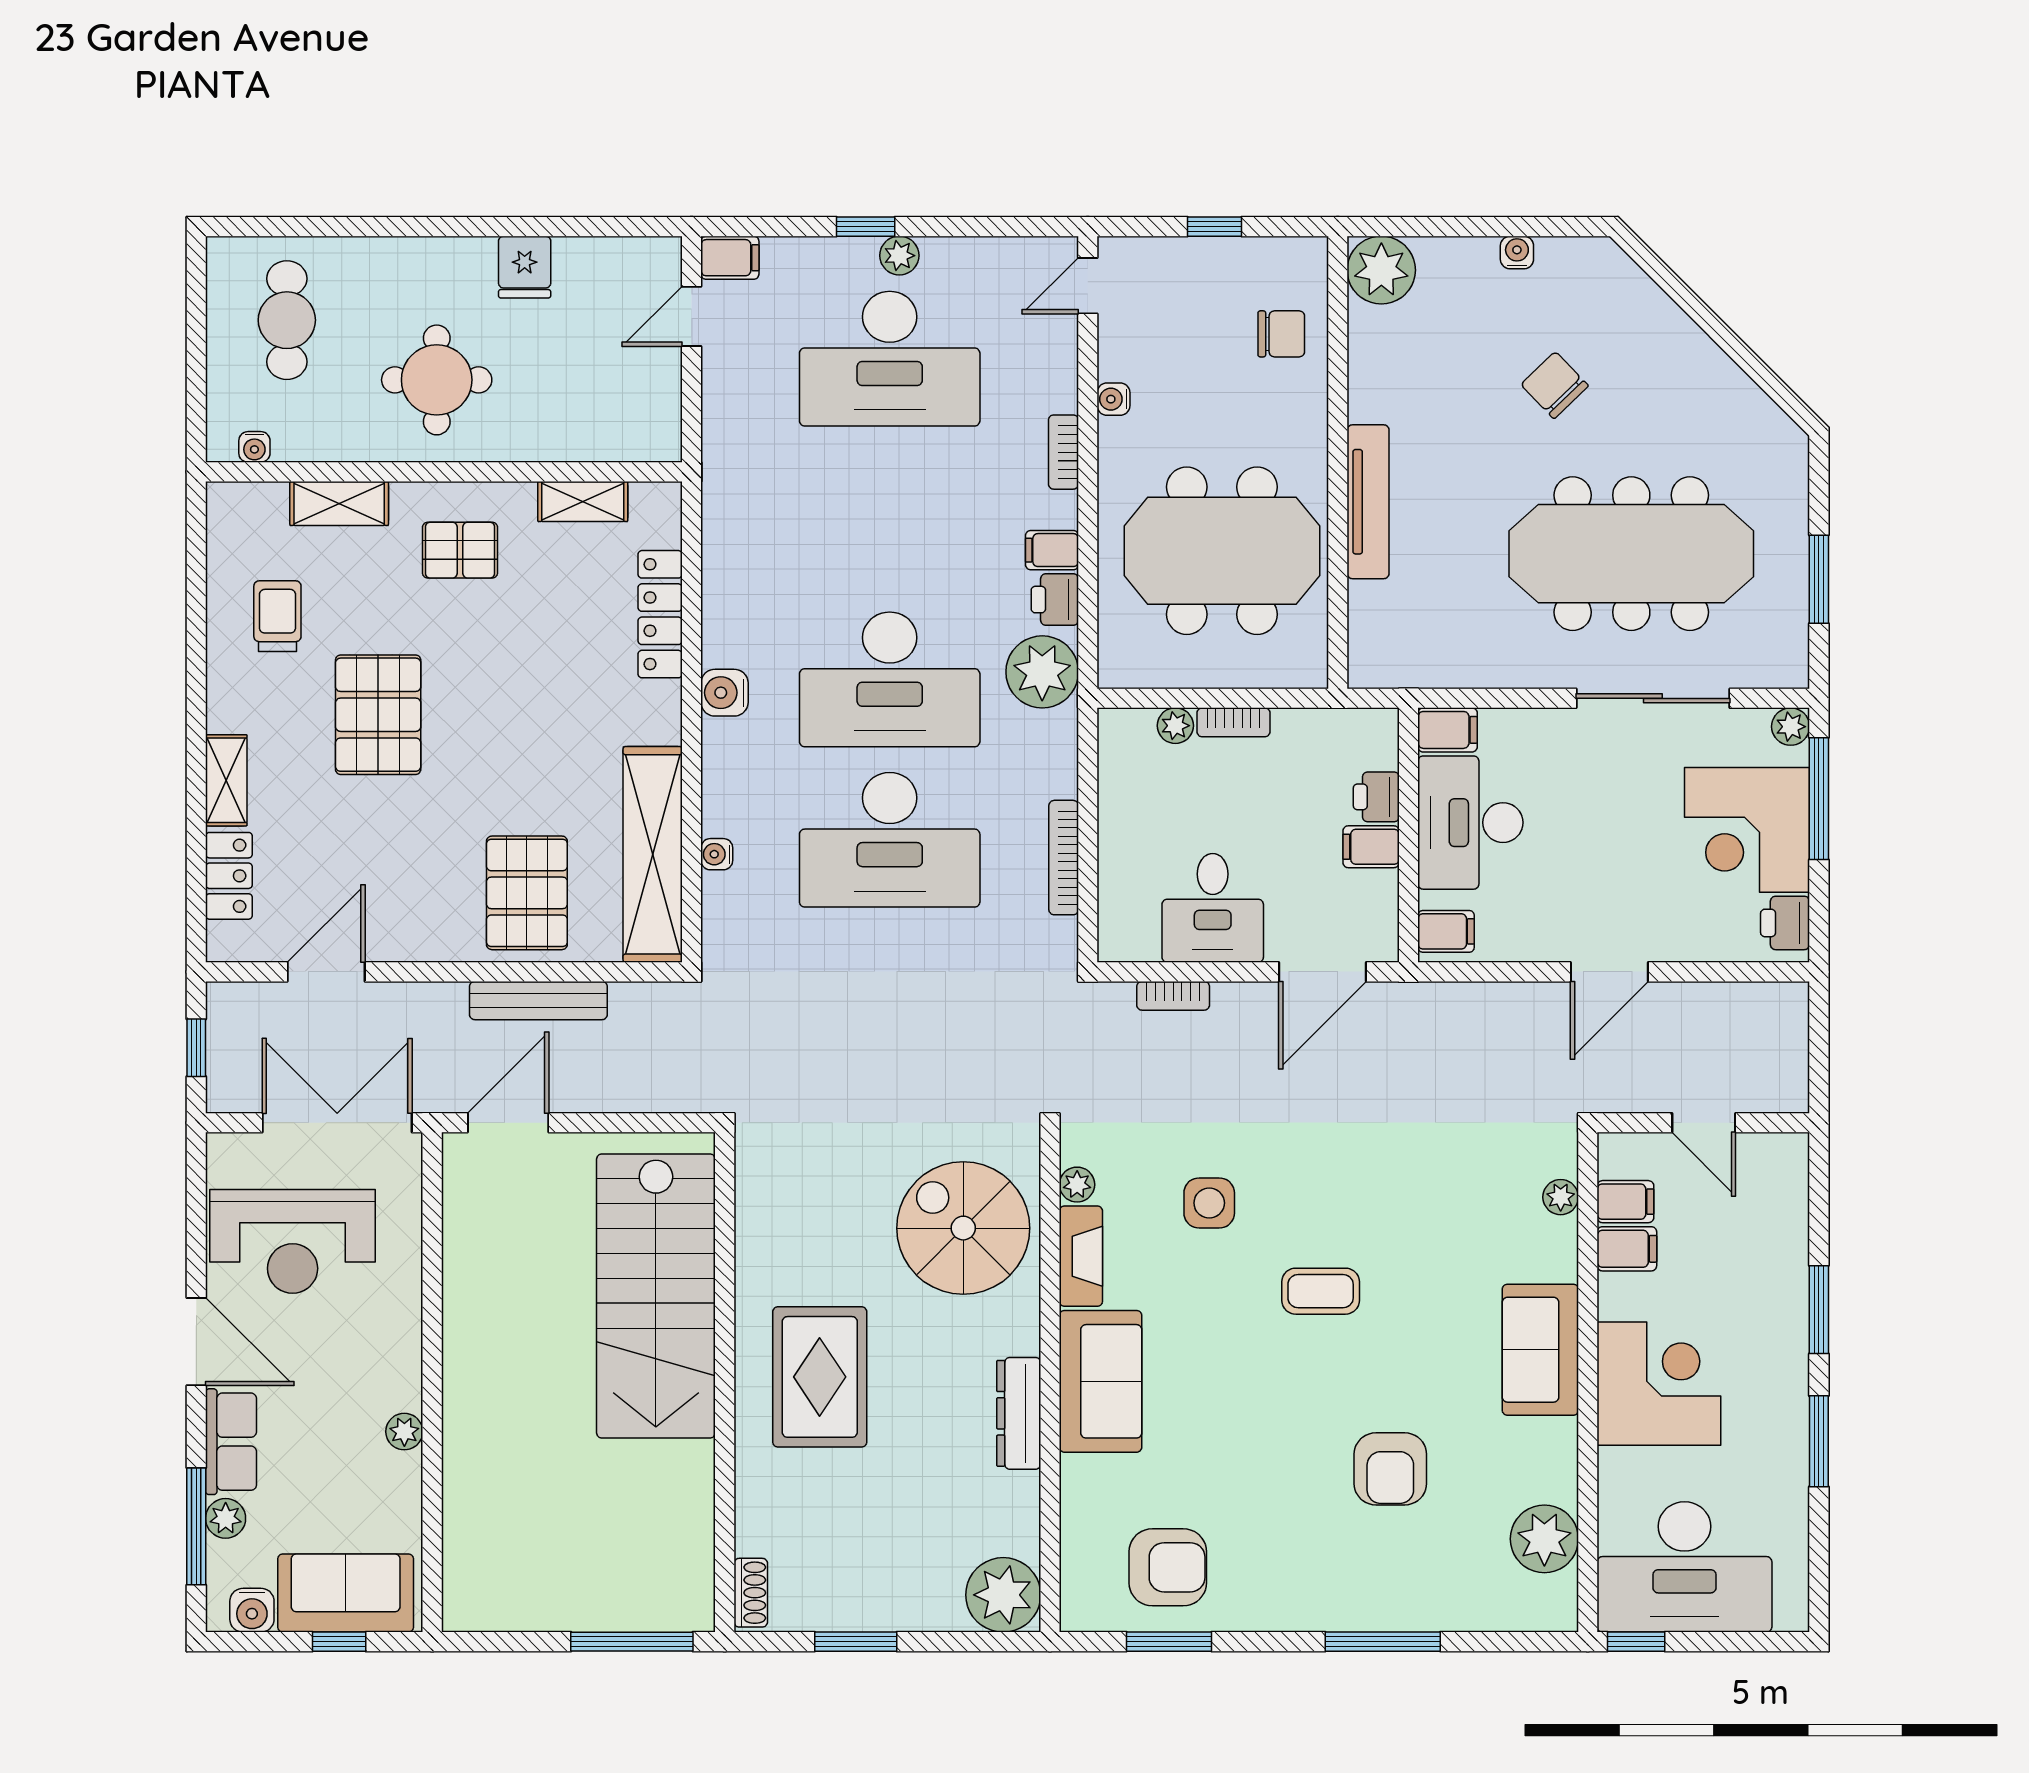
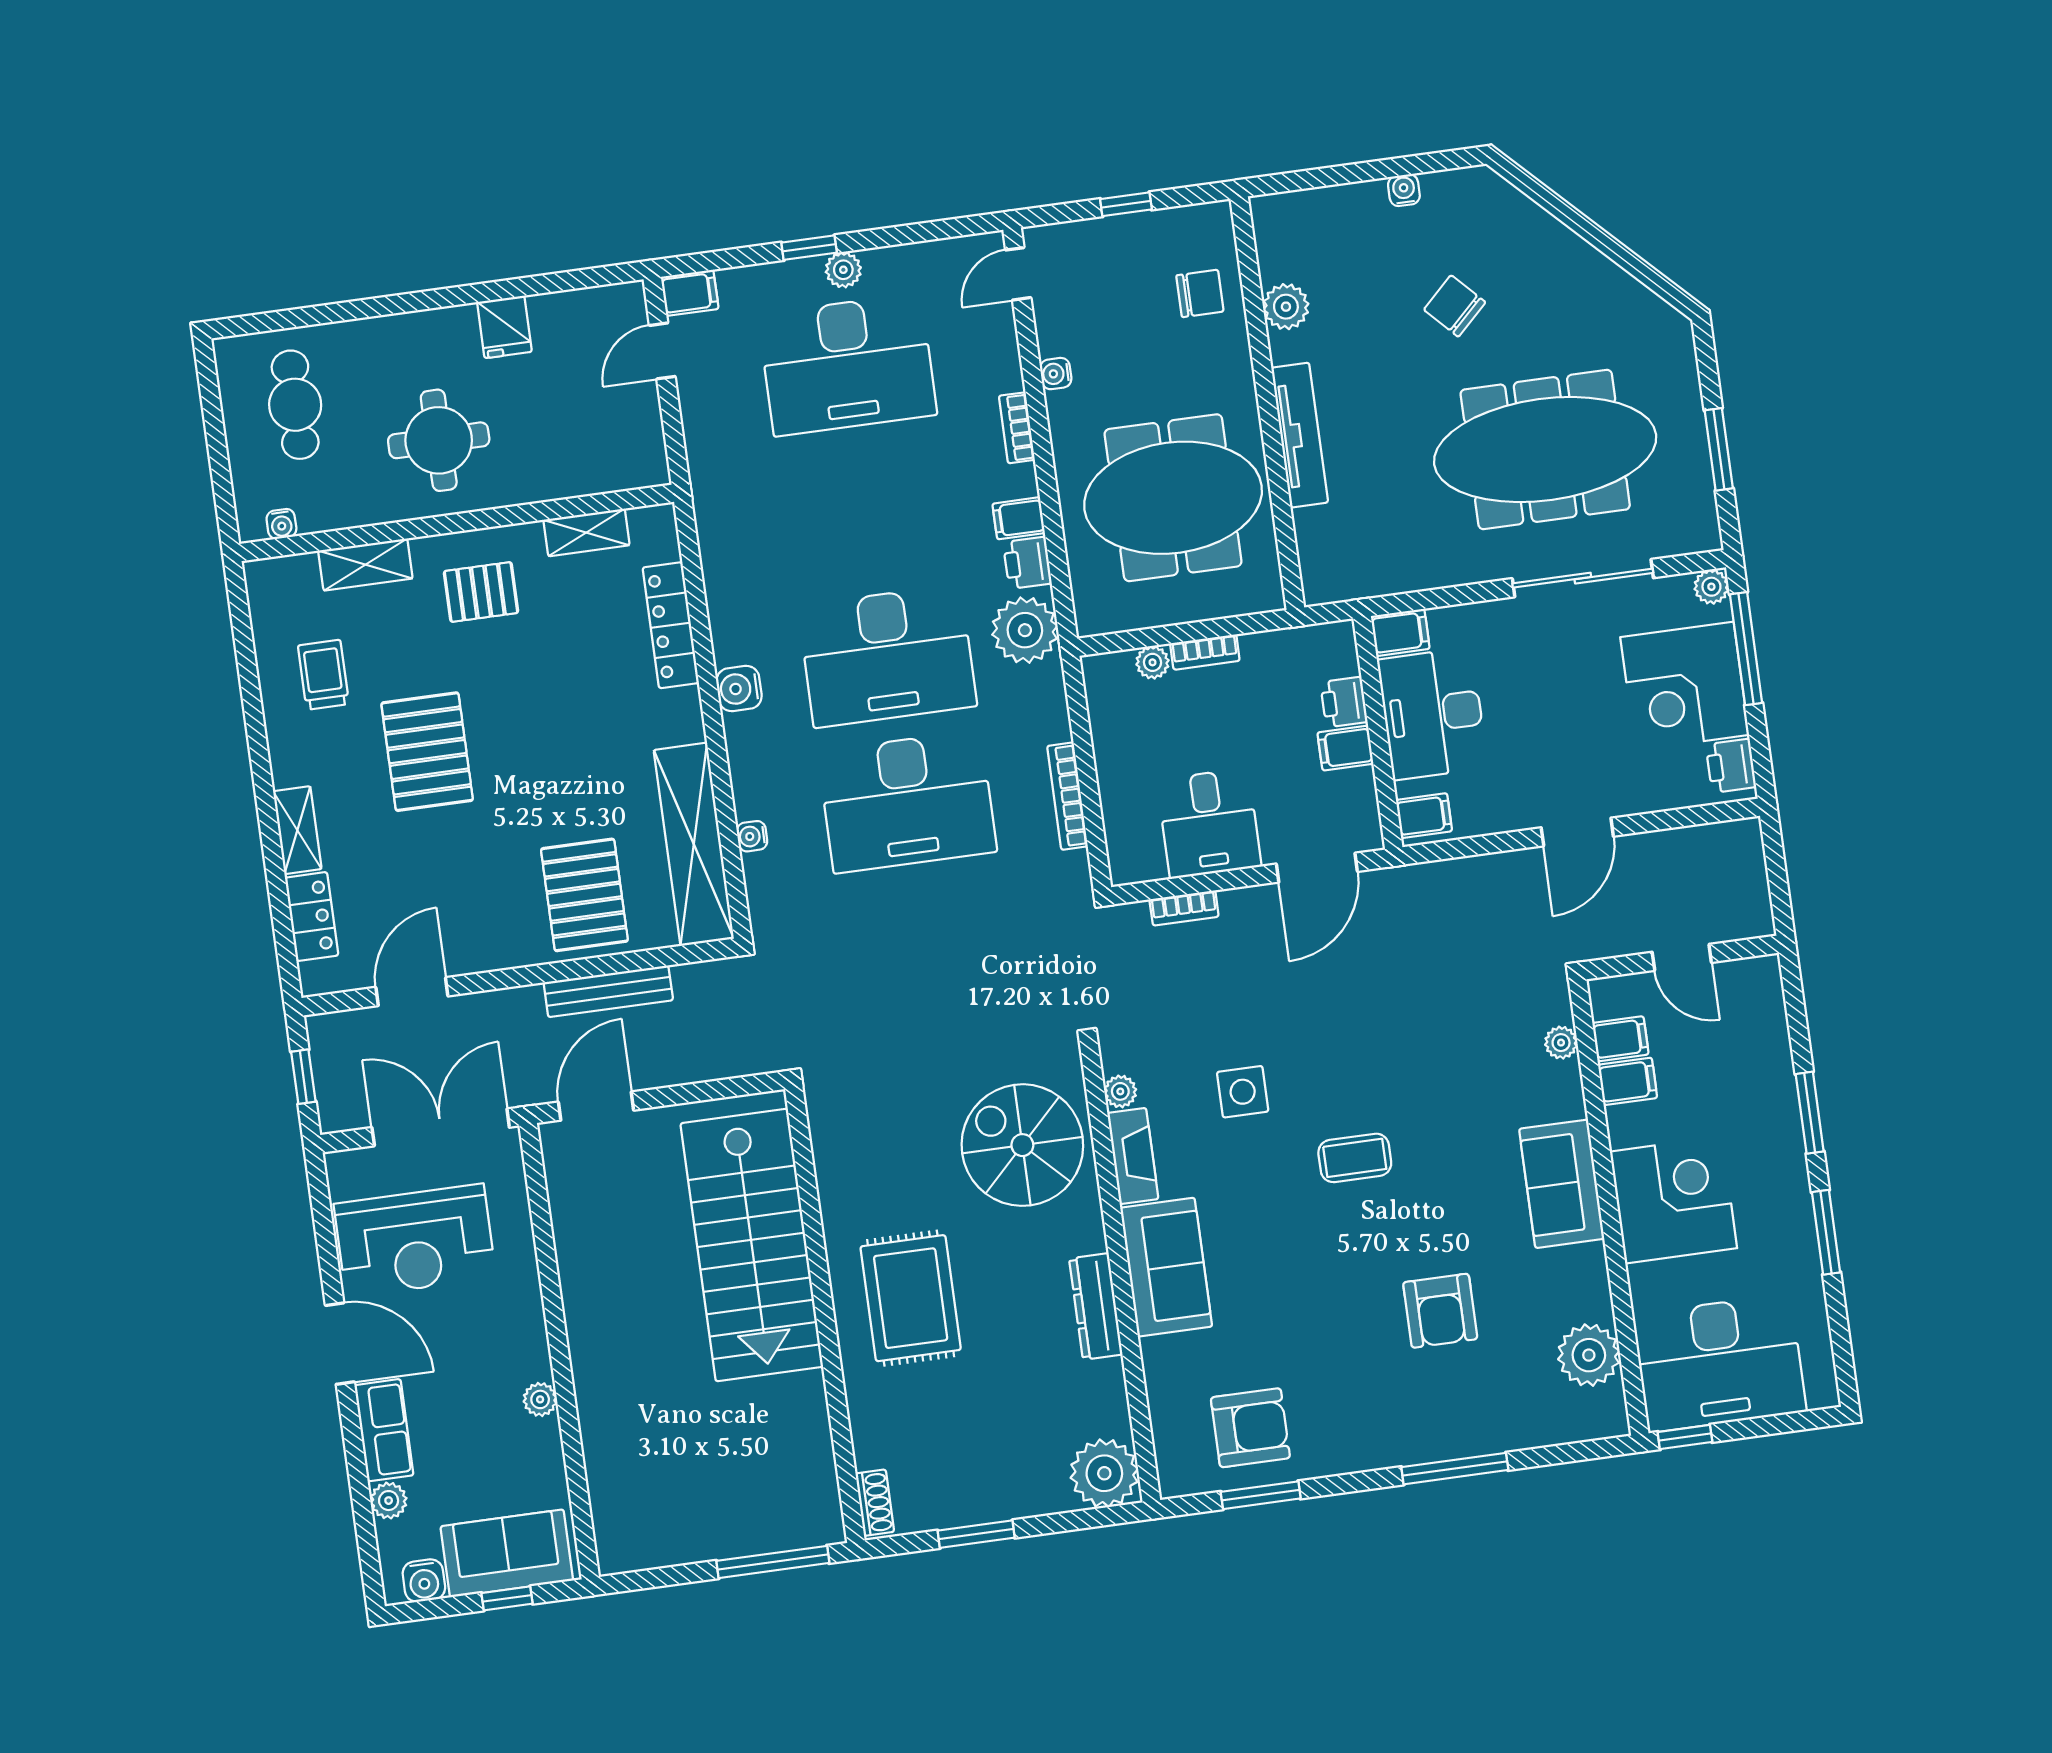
plant: (1381, 270) -> (1286, 307), moved, width x0.73, depth x0.73
window: (196, 1526) -> (363, 1512), removed

